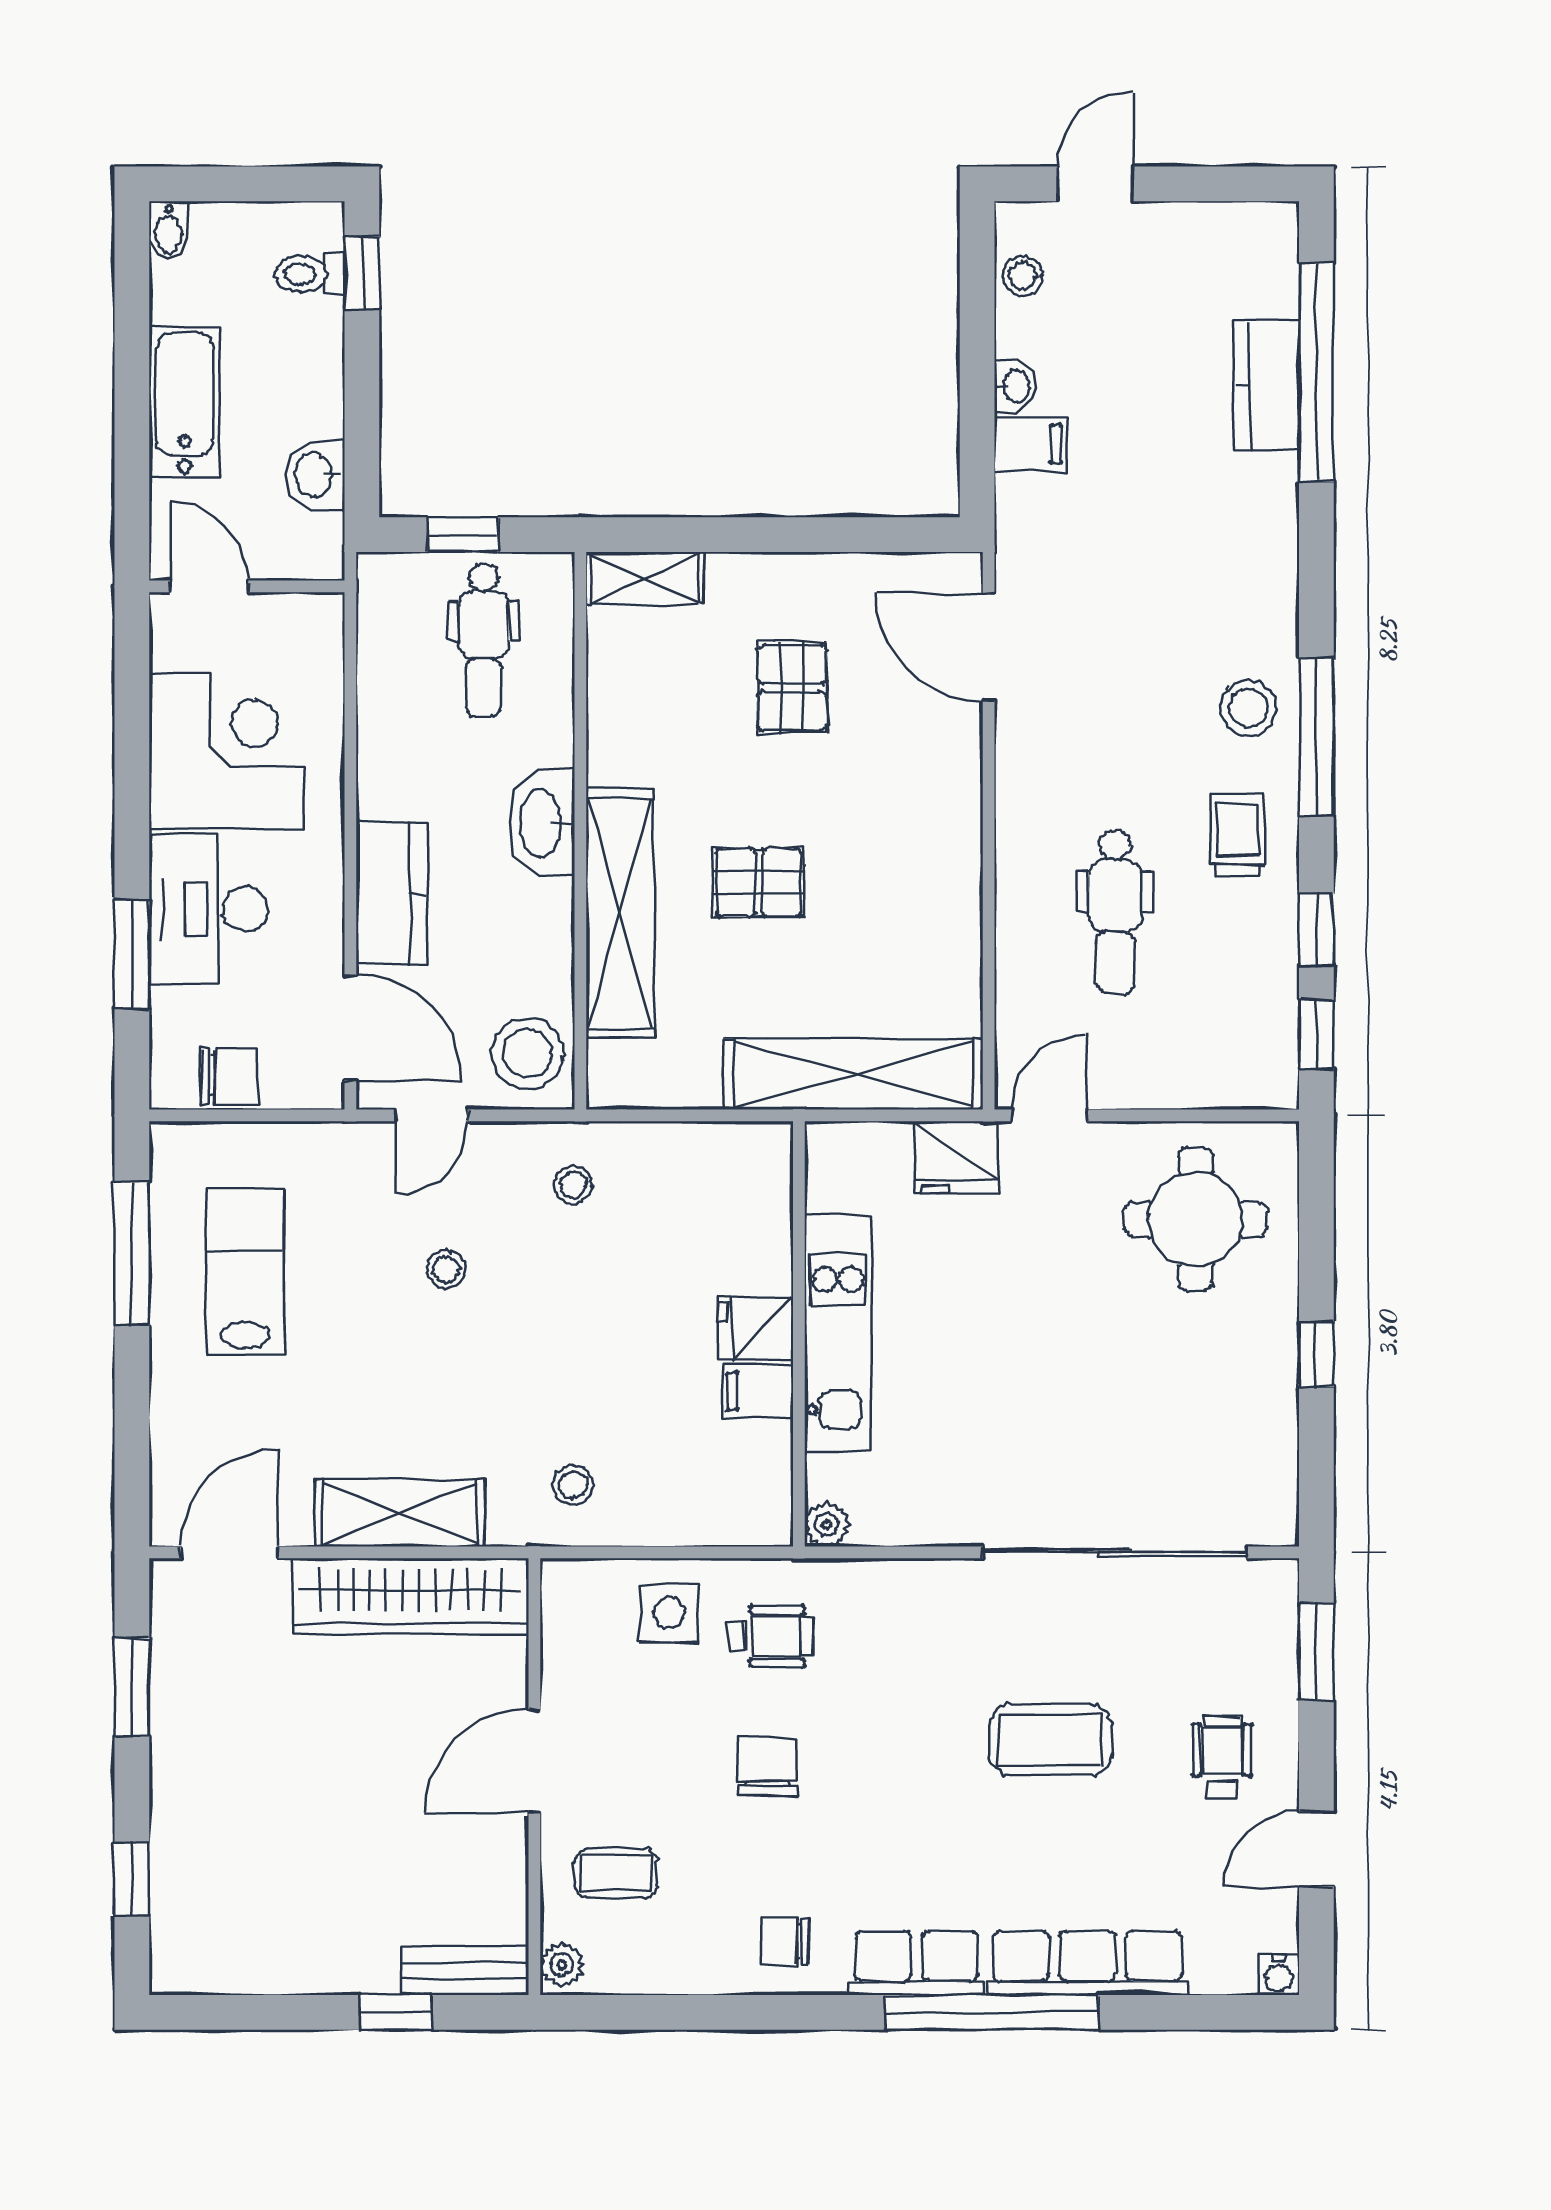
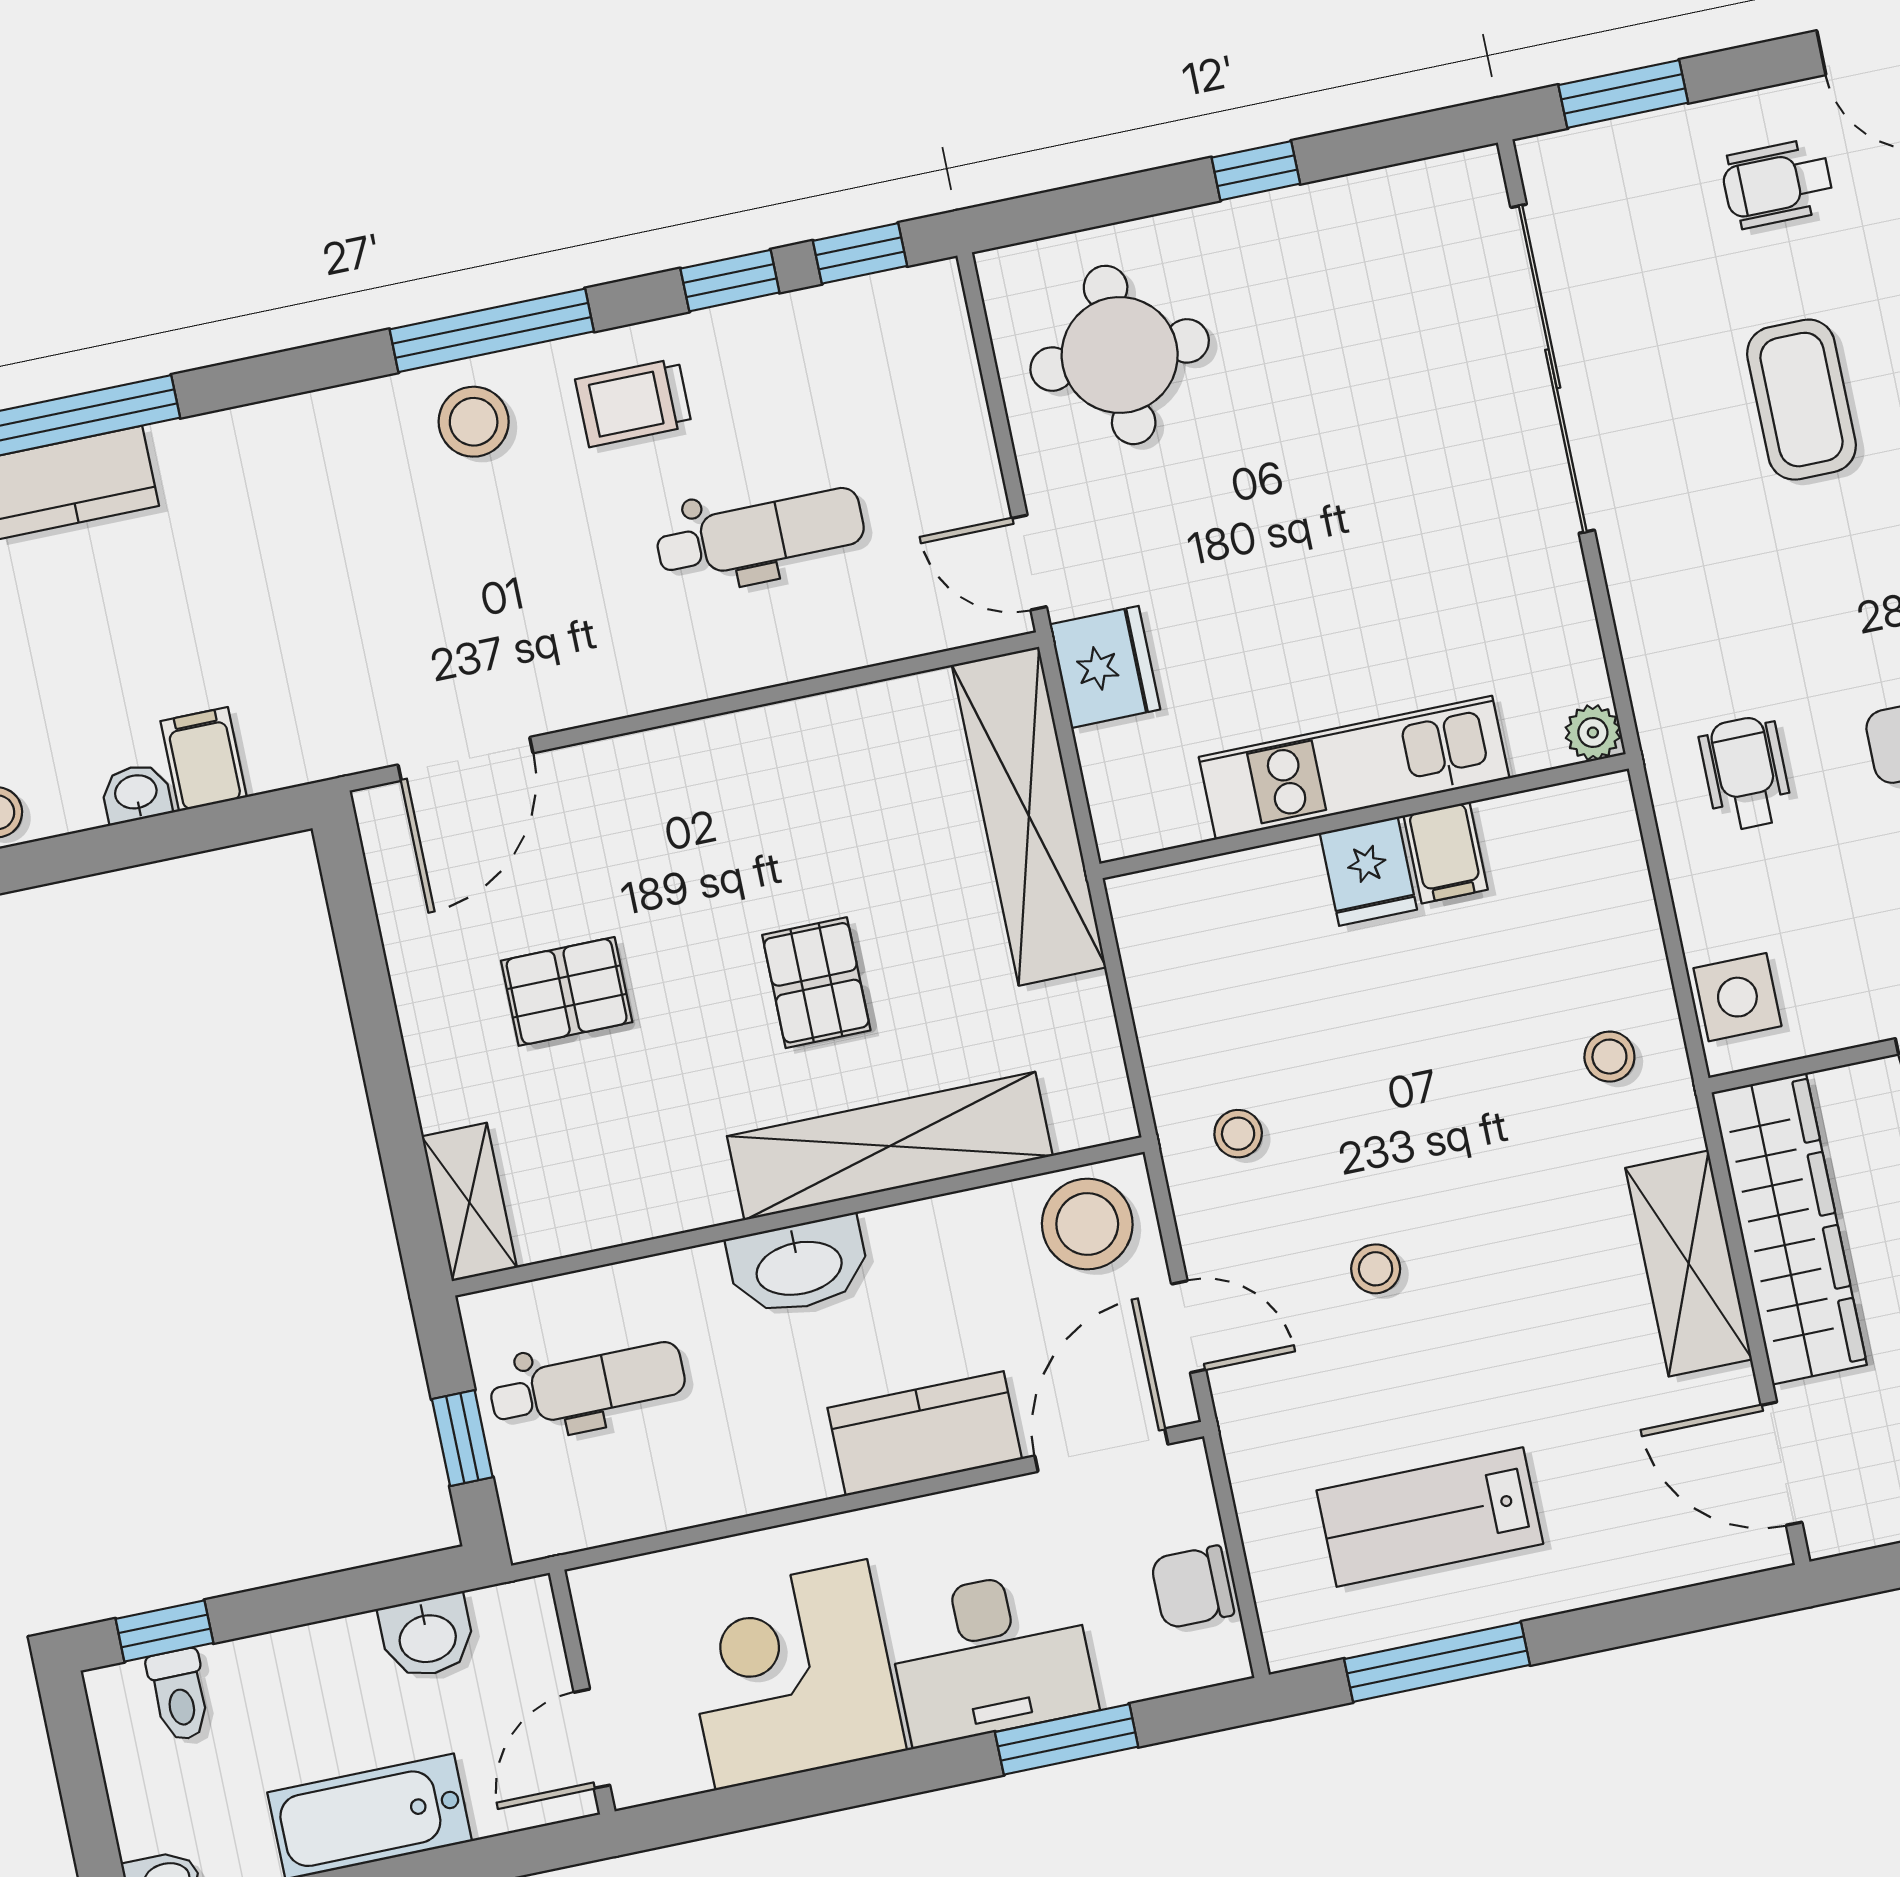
chair: (229, 1076) -> (1192, 1587), turned -90
side table: (669, 1613) -> (1737, 997), moved

